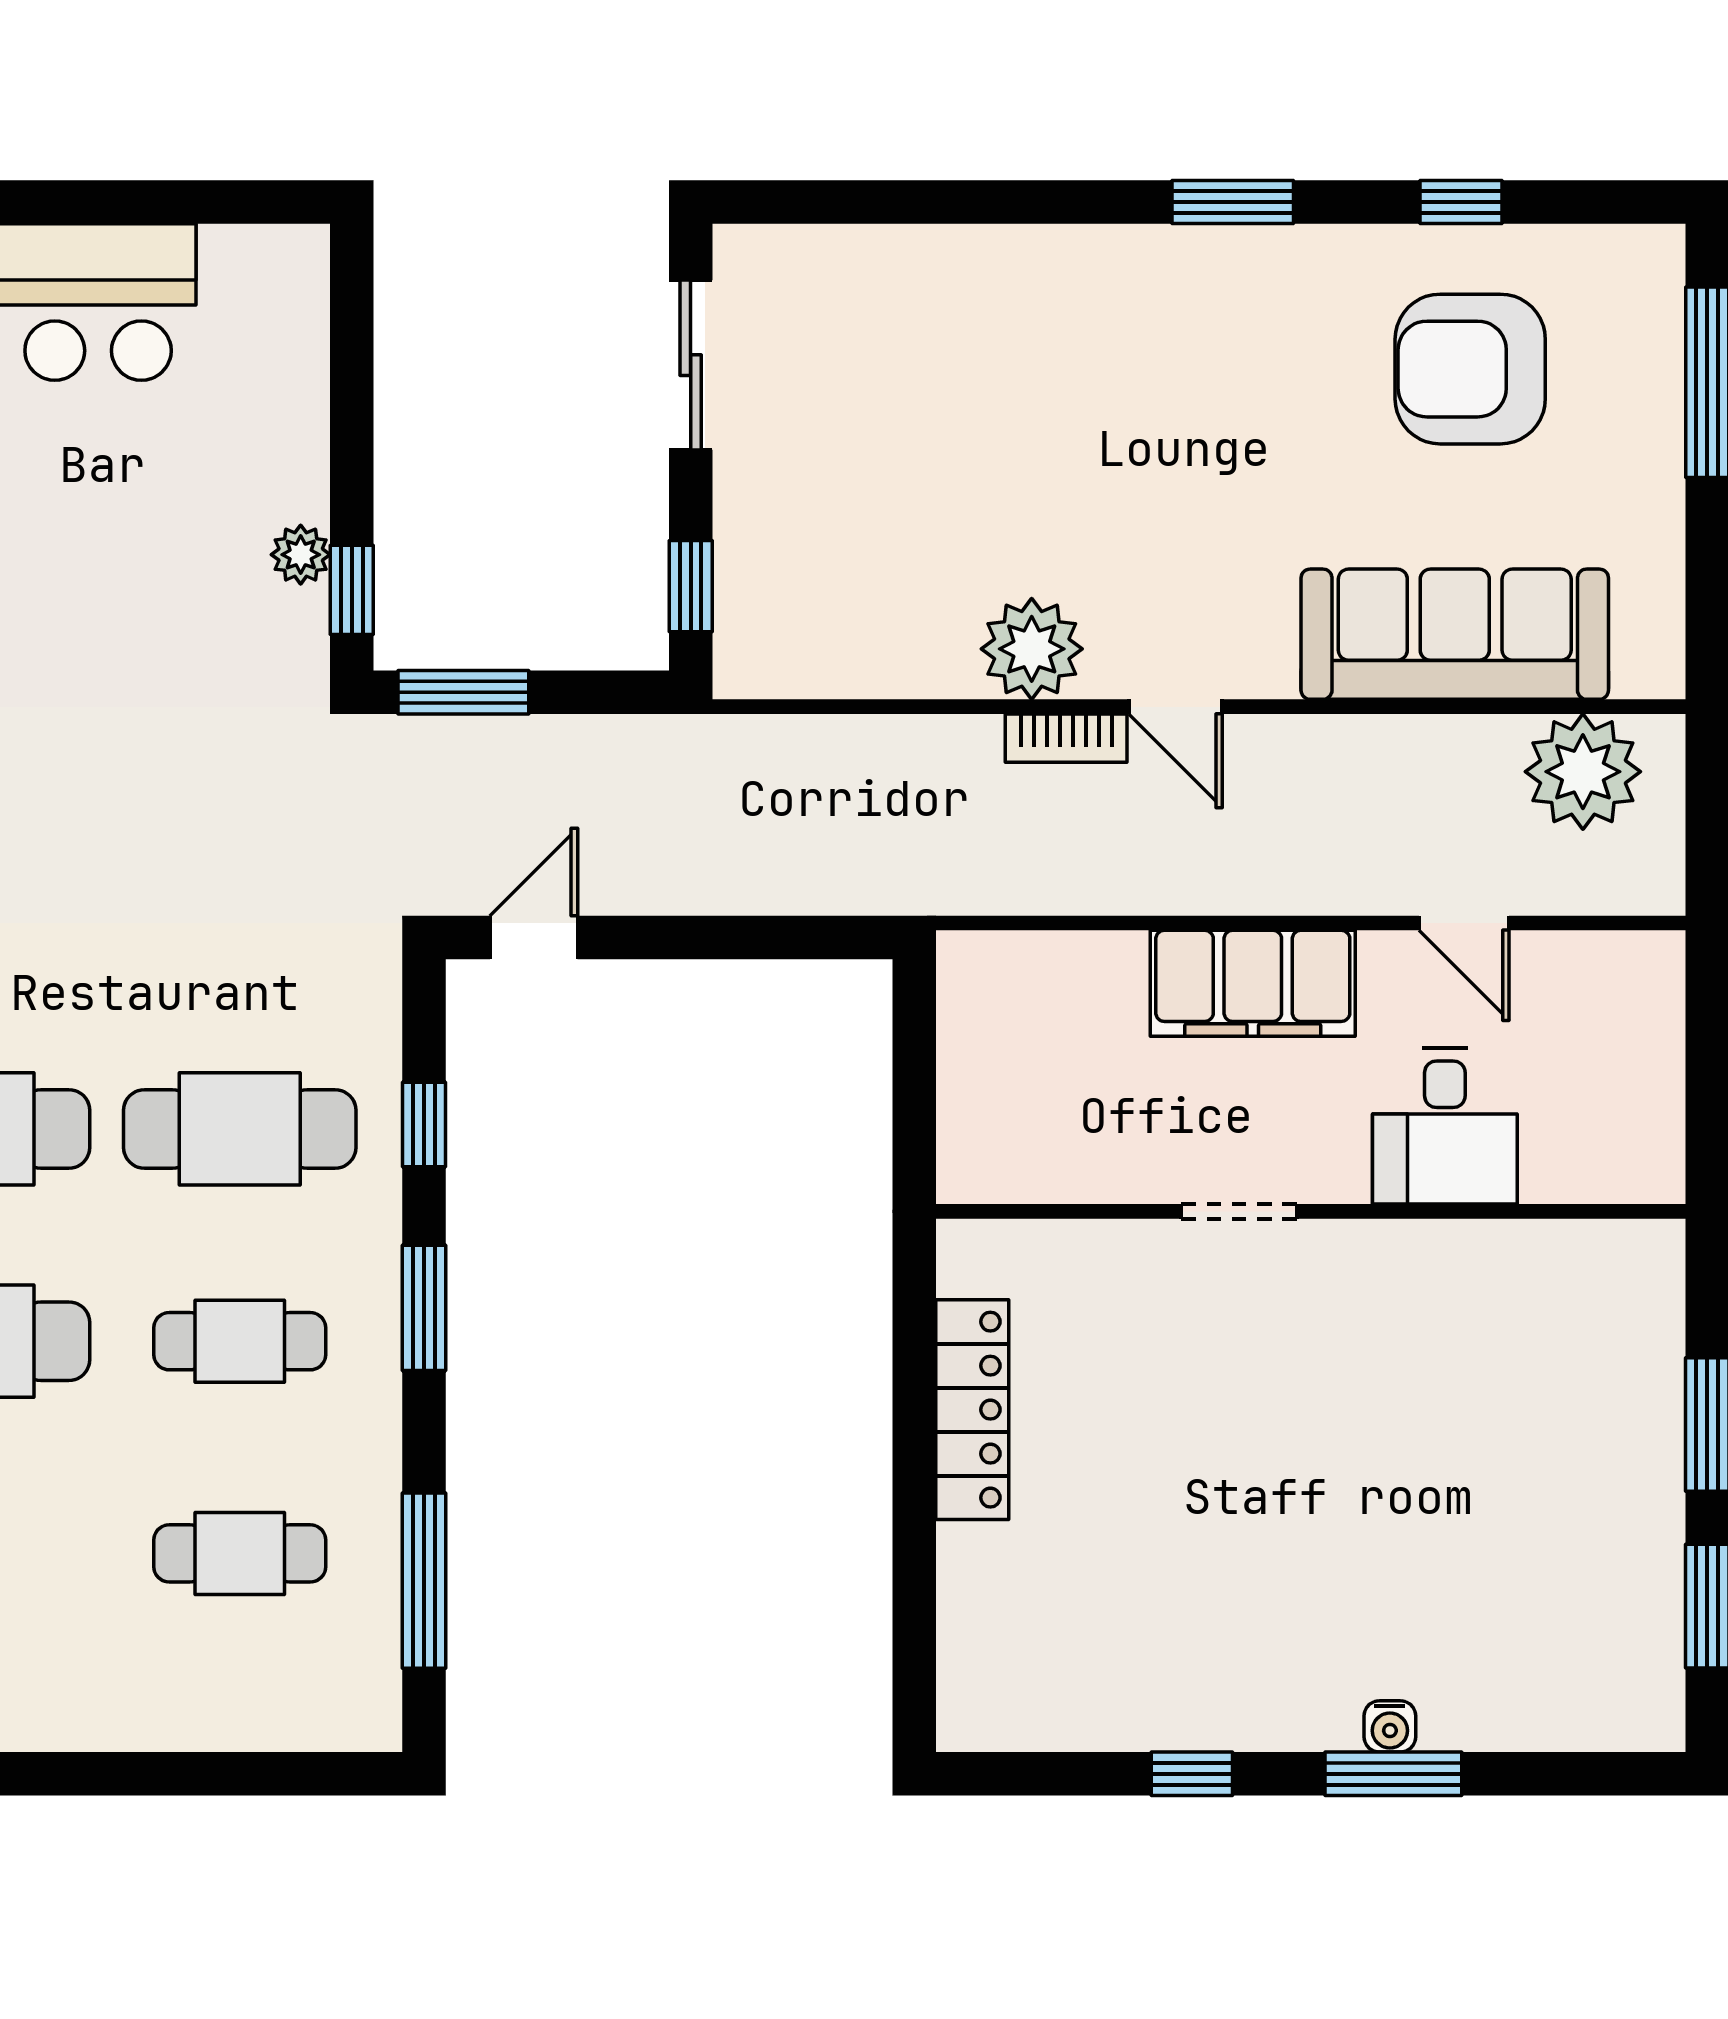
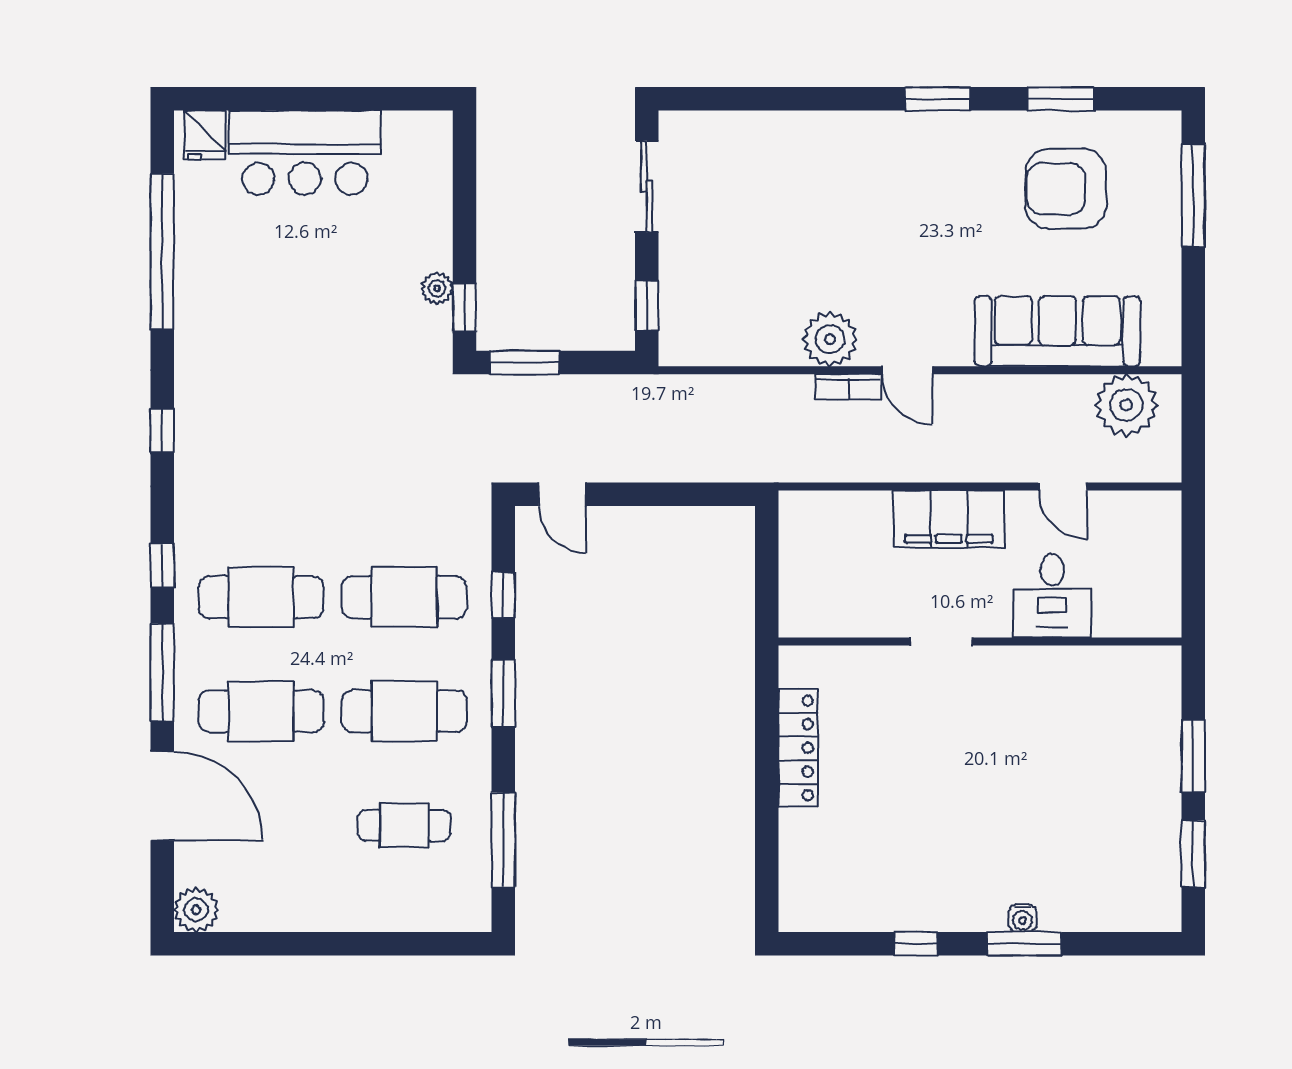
window: (1461, 202) -> (1061, 99), width x1.50
door: (534, 937) -> (562, 494), swing flipped
cafe table: (240, 1341) -> (404, 711), width x1.37, depth x1.35

